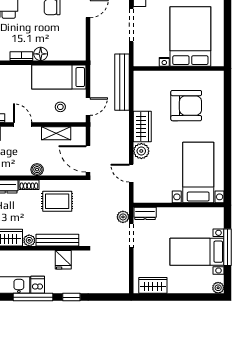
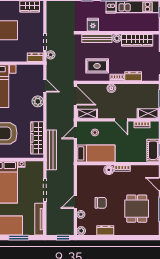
wardrobe: (142, 127) -> (37, 138), moved, width x1.50
shelving: (56, 133) -> (87, 114), moved

